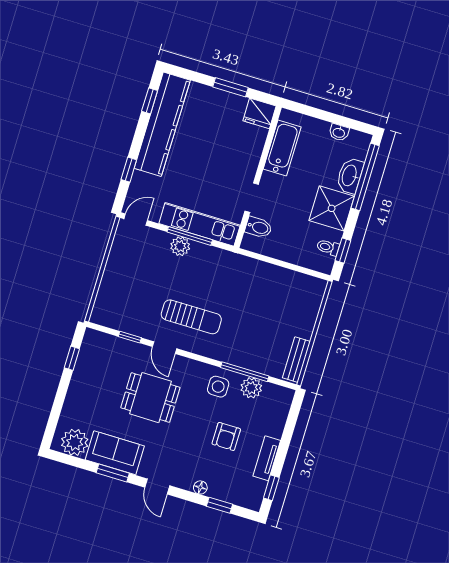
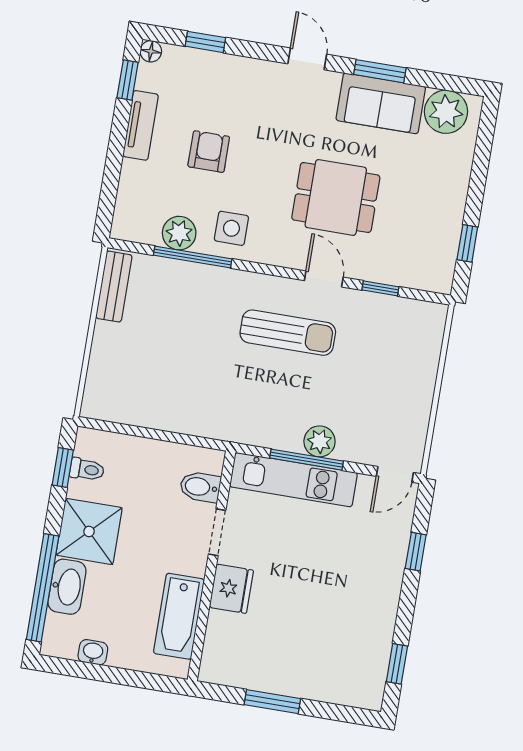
fridge: (260, 113) -> (231, 589), moved, turned 90
kitchen counter: (162, 124) -> (372, 630), removed
sun lounger: (191, 317) -> (288, 333), turned 180
floor lamp: (200, 487) -> (151, 51), moved

